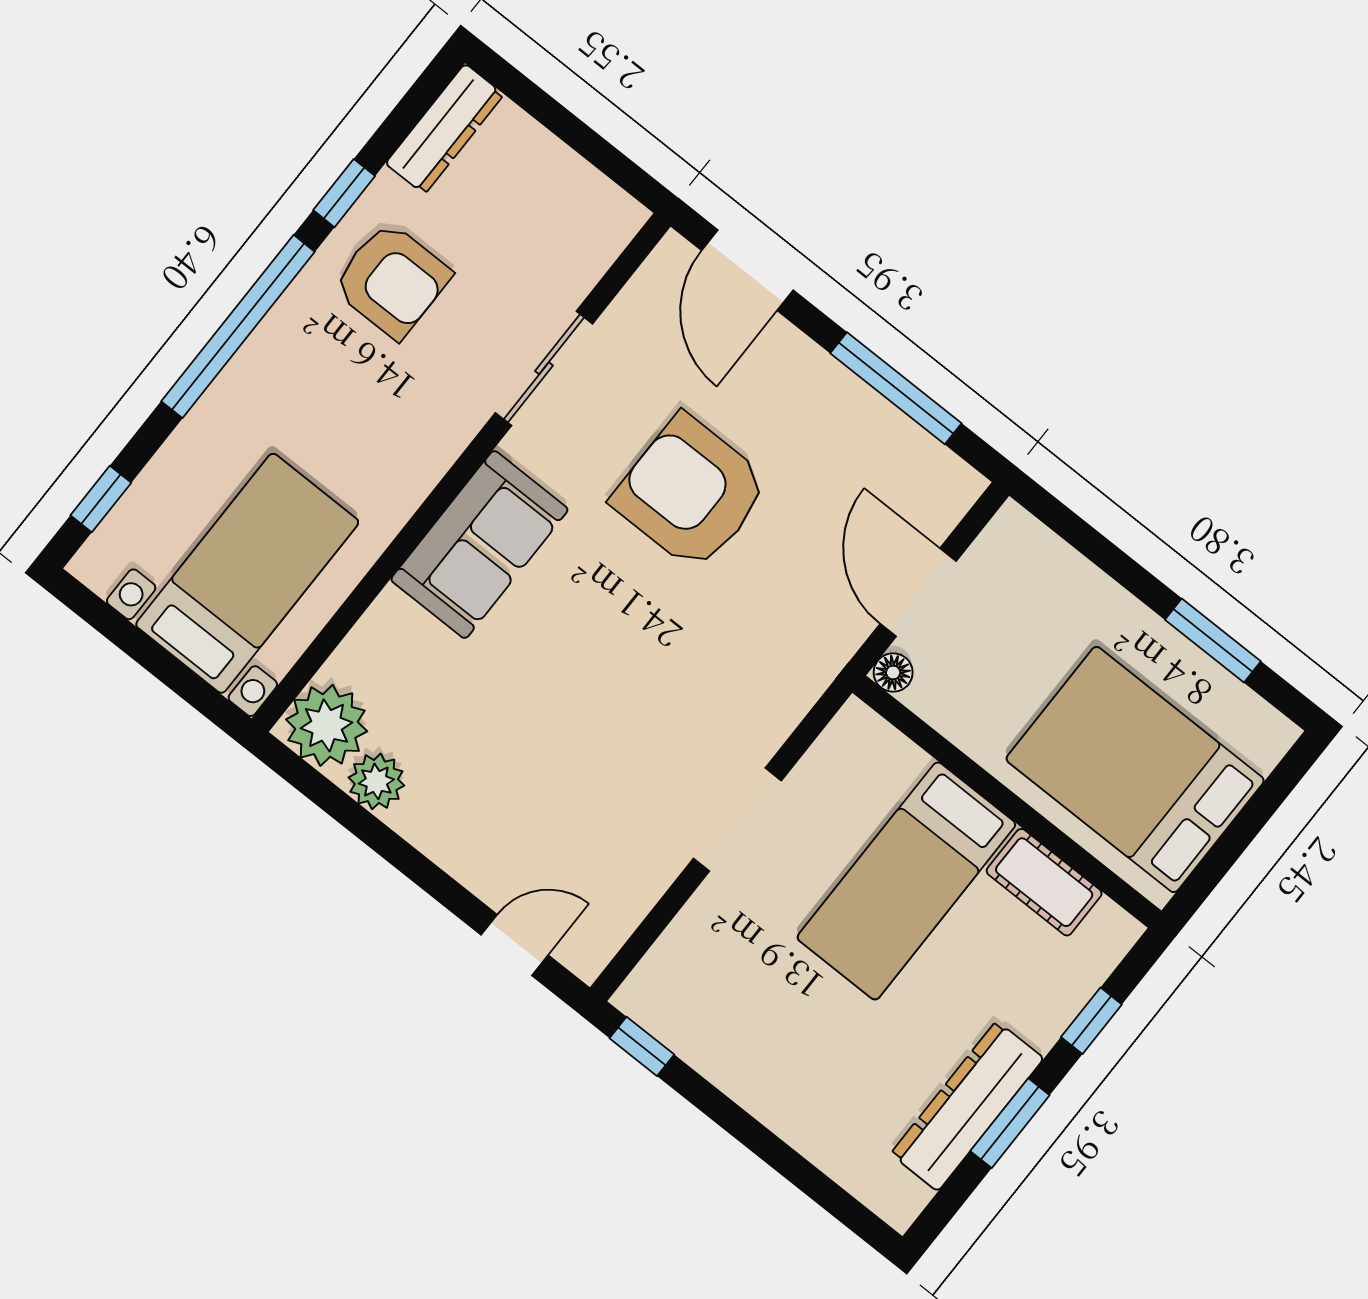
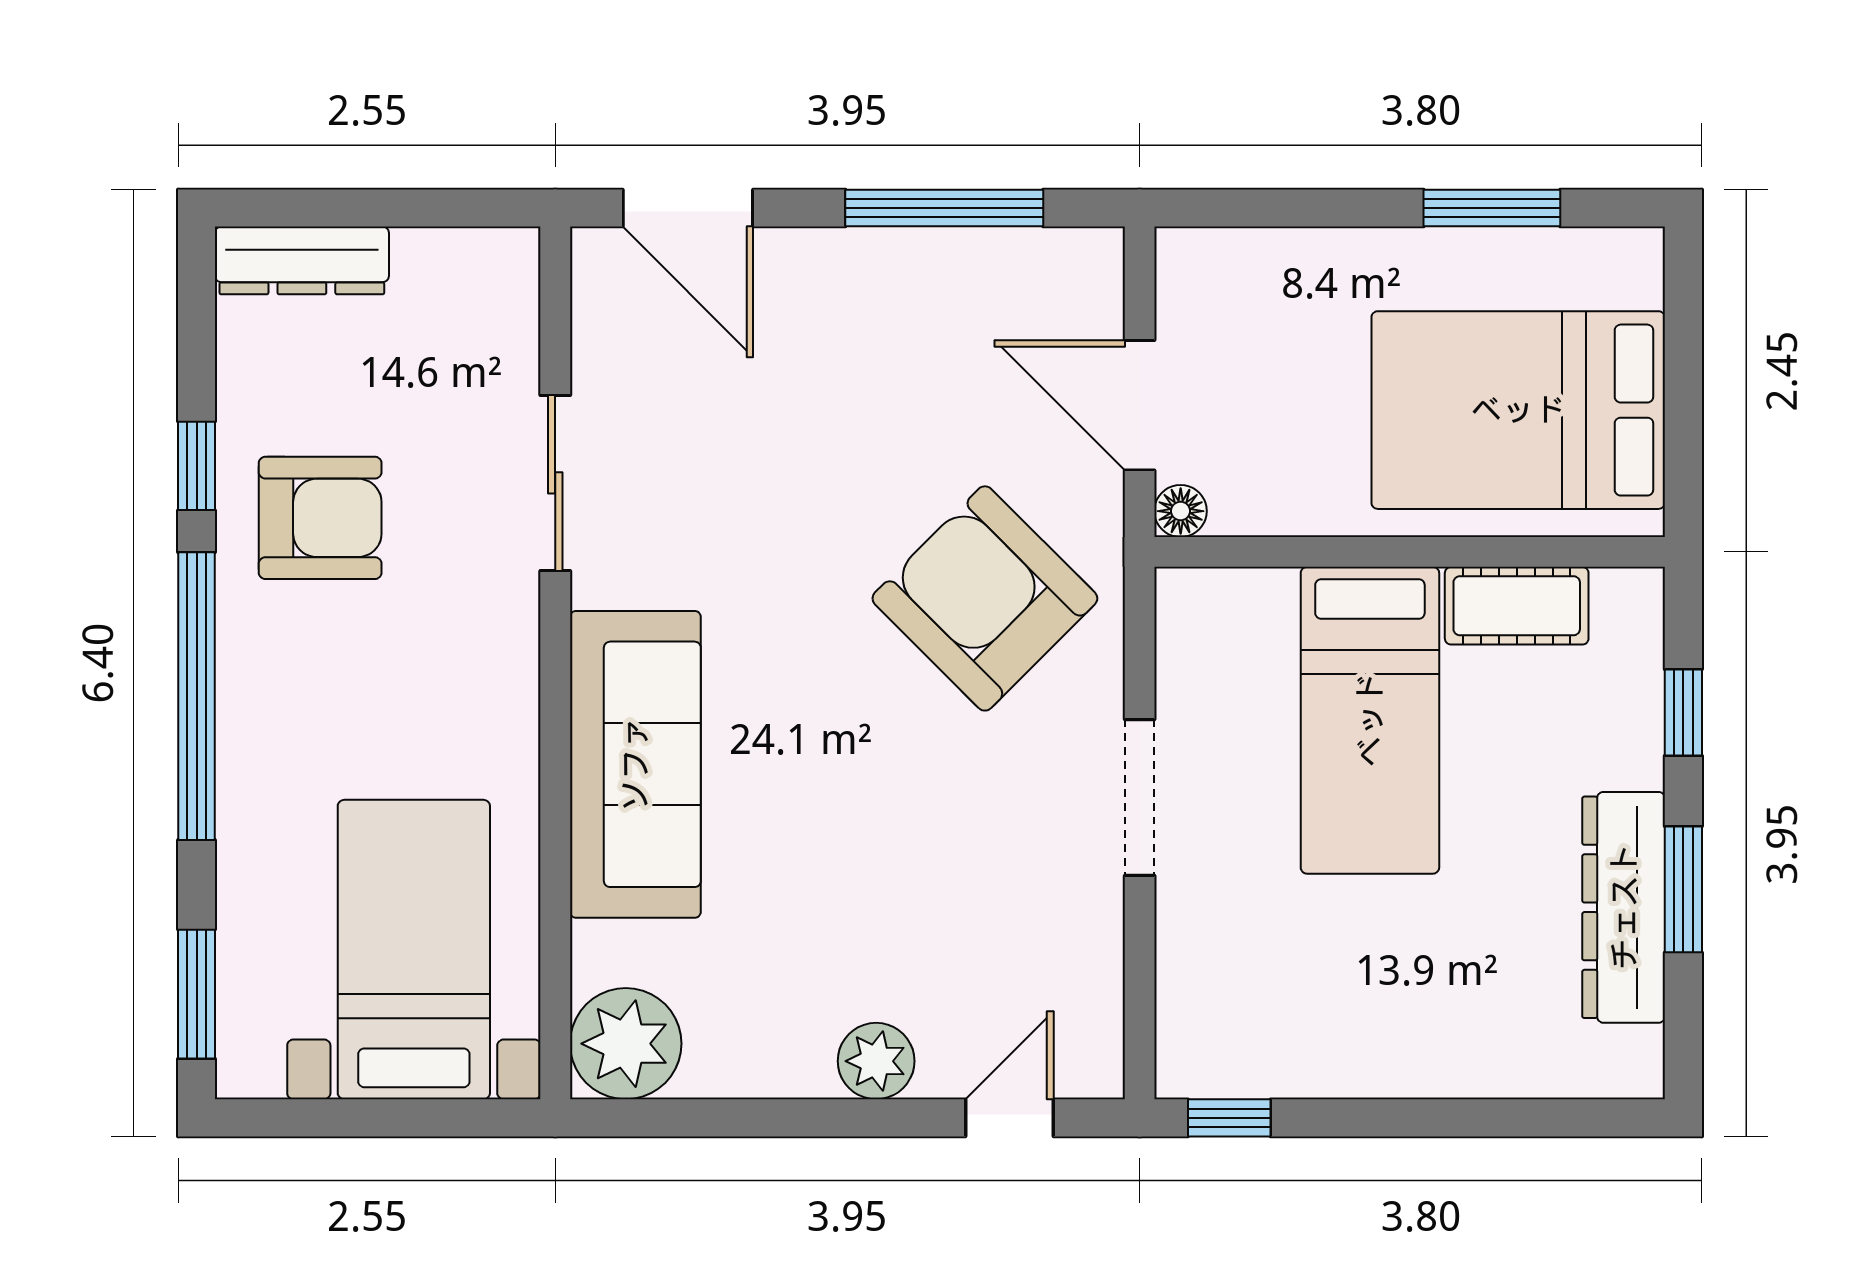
dresser: (445, 129) -> (302, 260), moved, turned 90
armchair: (691, 493) -> (985, 598), moved, turned 45
window: (101, 499) -> (197, 994), width x1.50
sofa: (479, 545) -> (635, 764), width x1.36
plant: (376, 781) -> (876, 1061), moved

